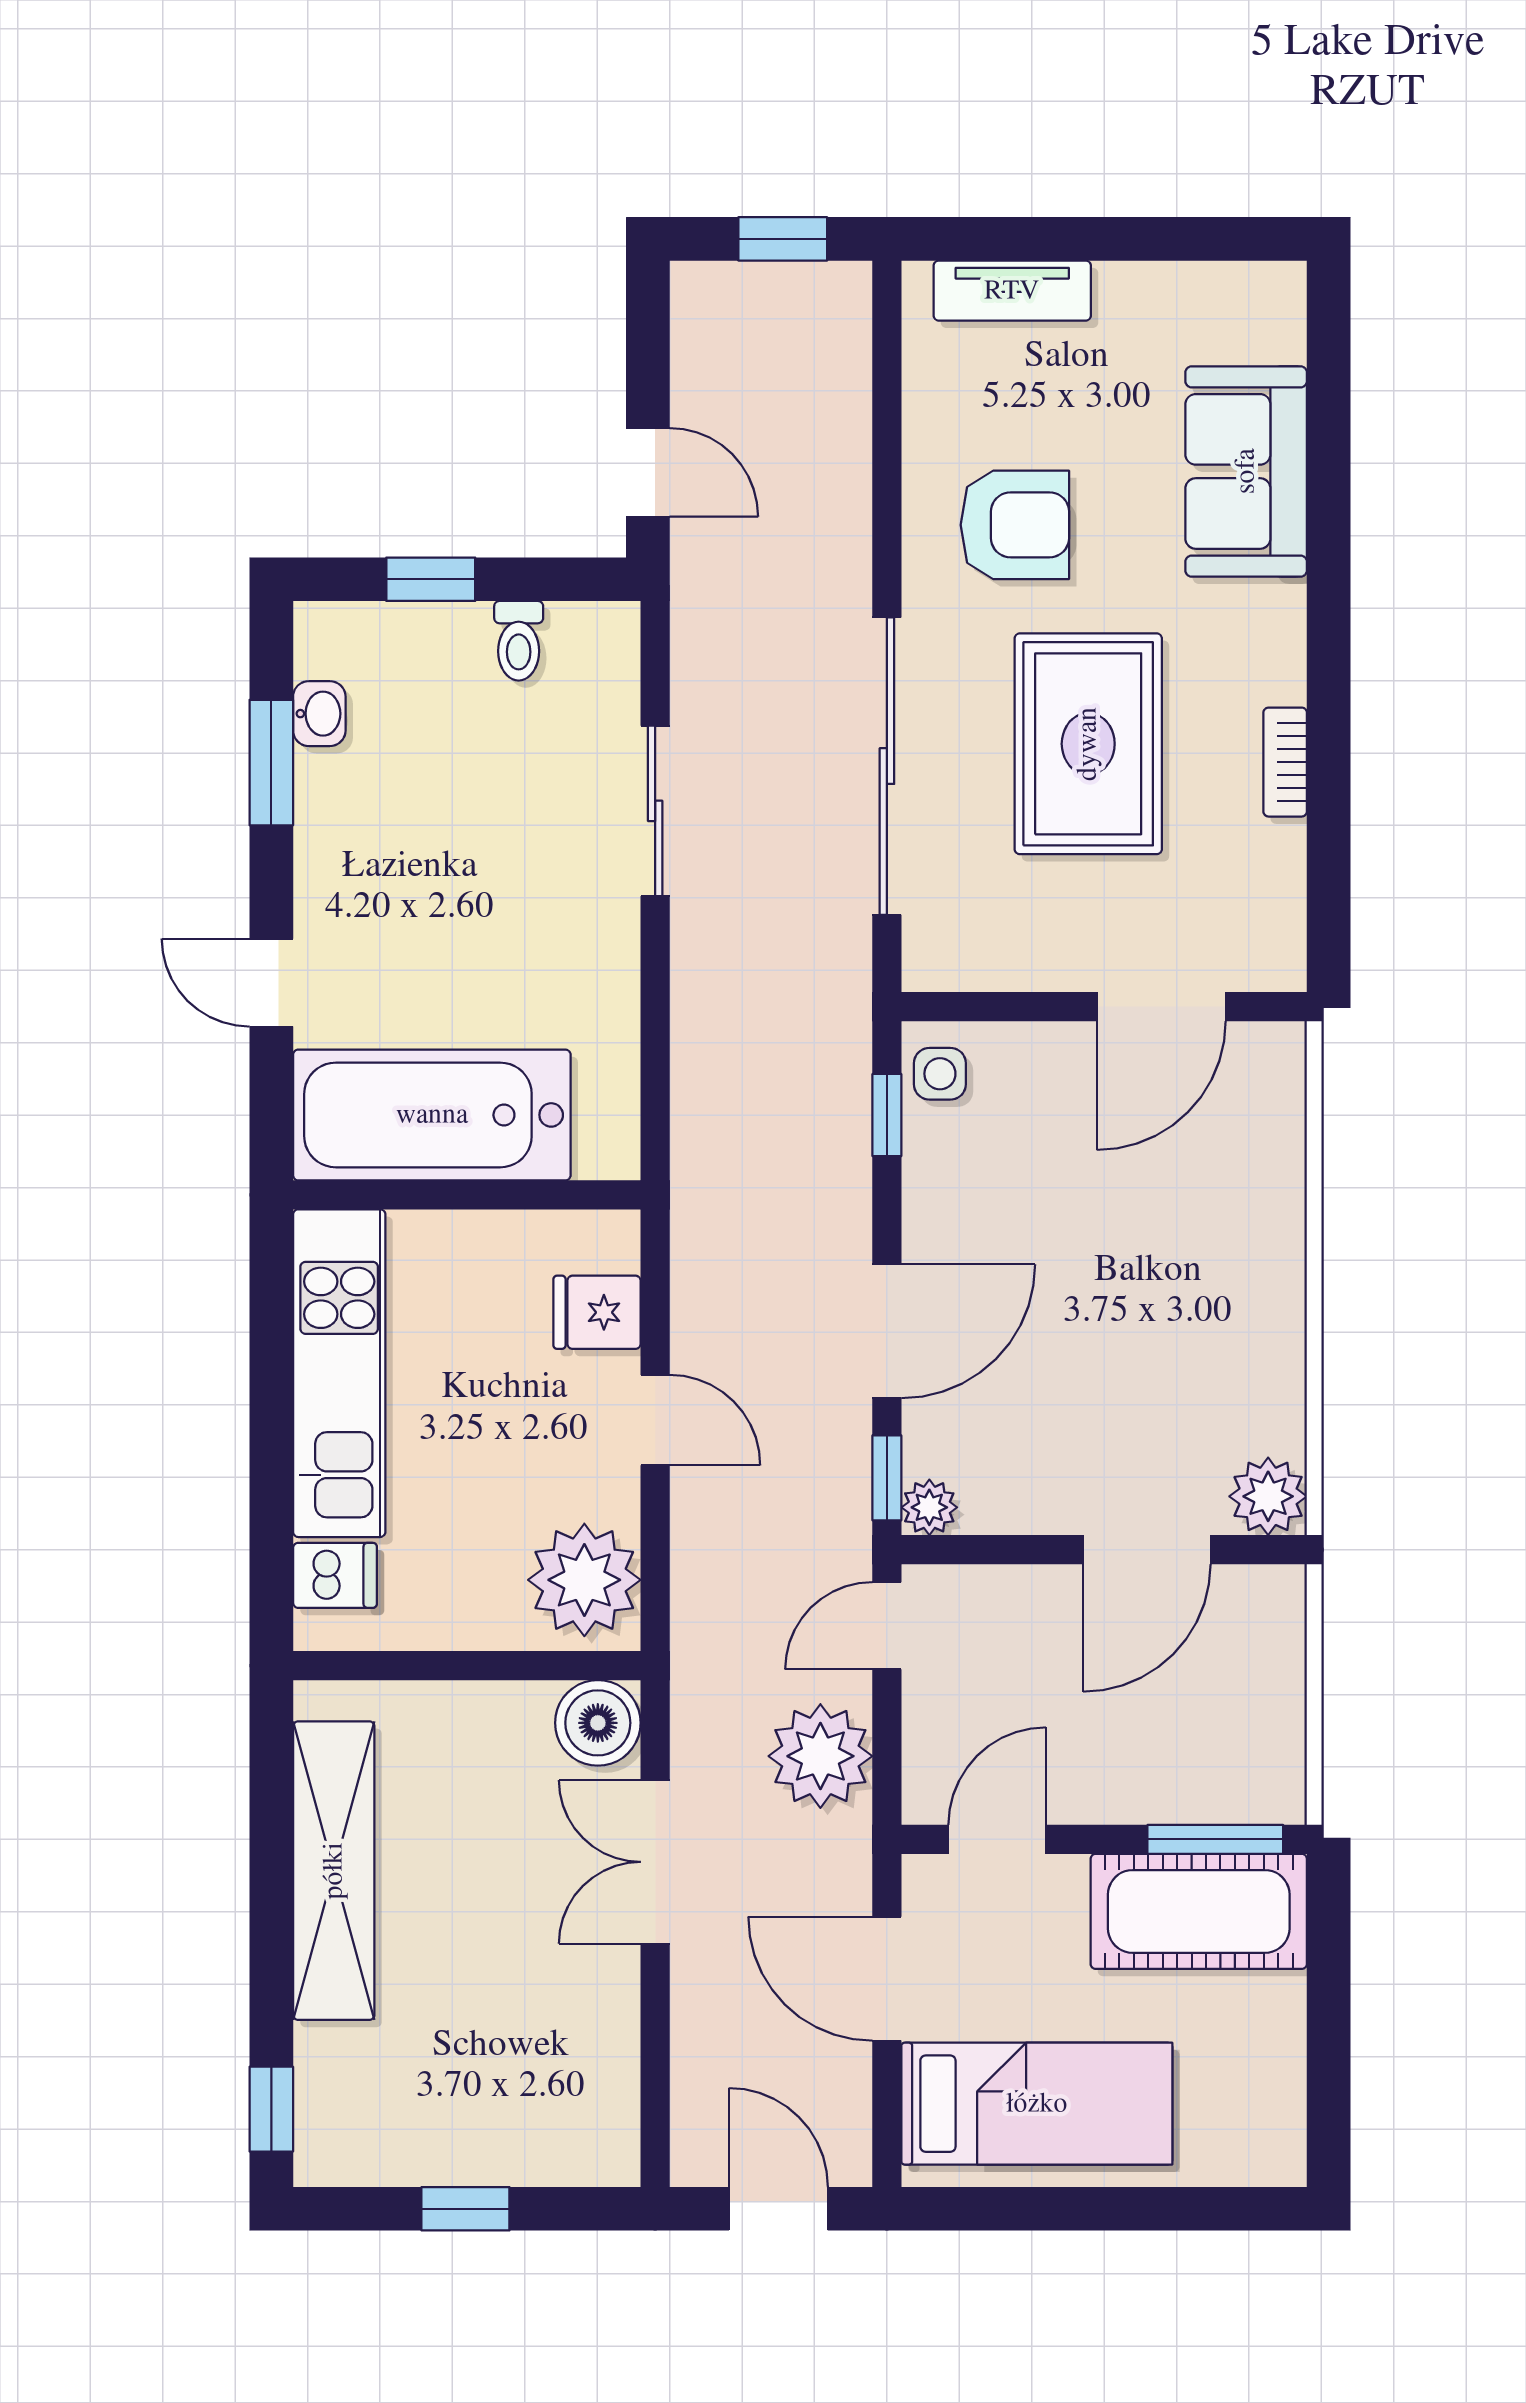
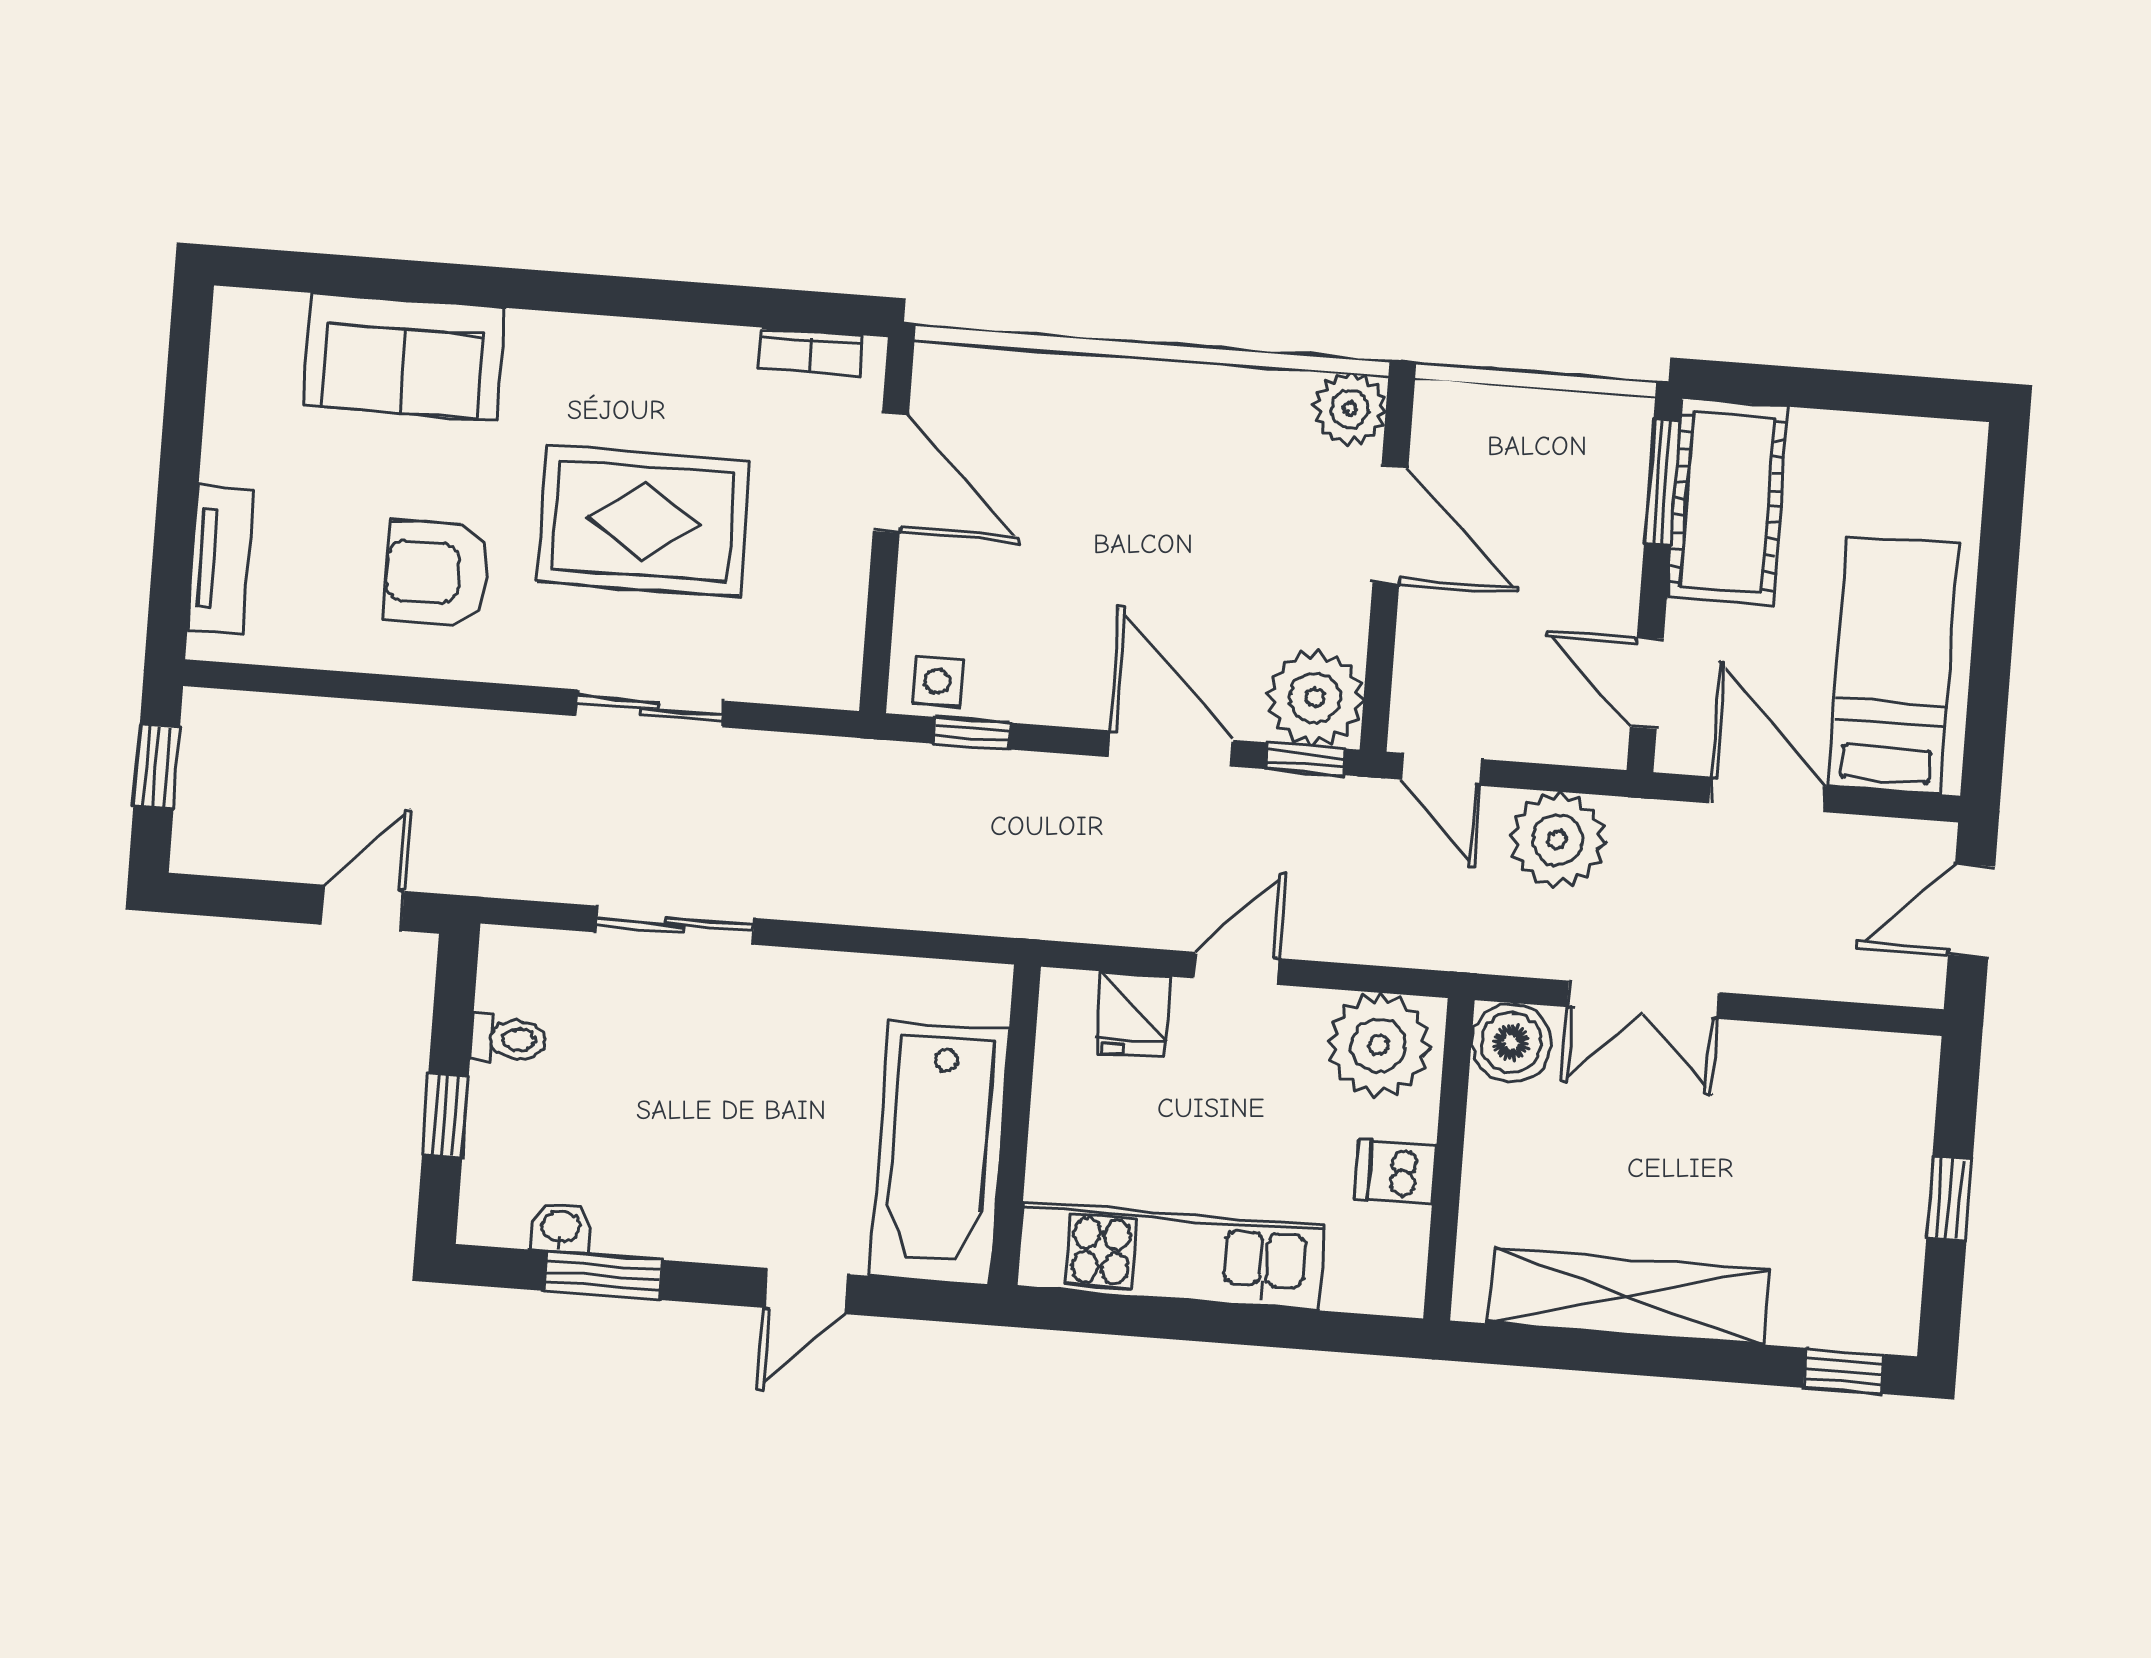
armchair: (1015, 525) -> (437, 573), turned -90
bookcase: (1285, 762) -> (810, 352), moved
sliding door: (887, 766) -> (650, 708), width x0.54
plant: (929, 1507) -> (1315, 698), width x1.88, depth x1.88
dishwasher: (335, 1575) -> (1396, 1172), moved, turned -90
door: (887, 1979) -> (1767, 794), swing flipped

